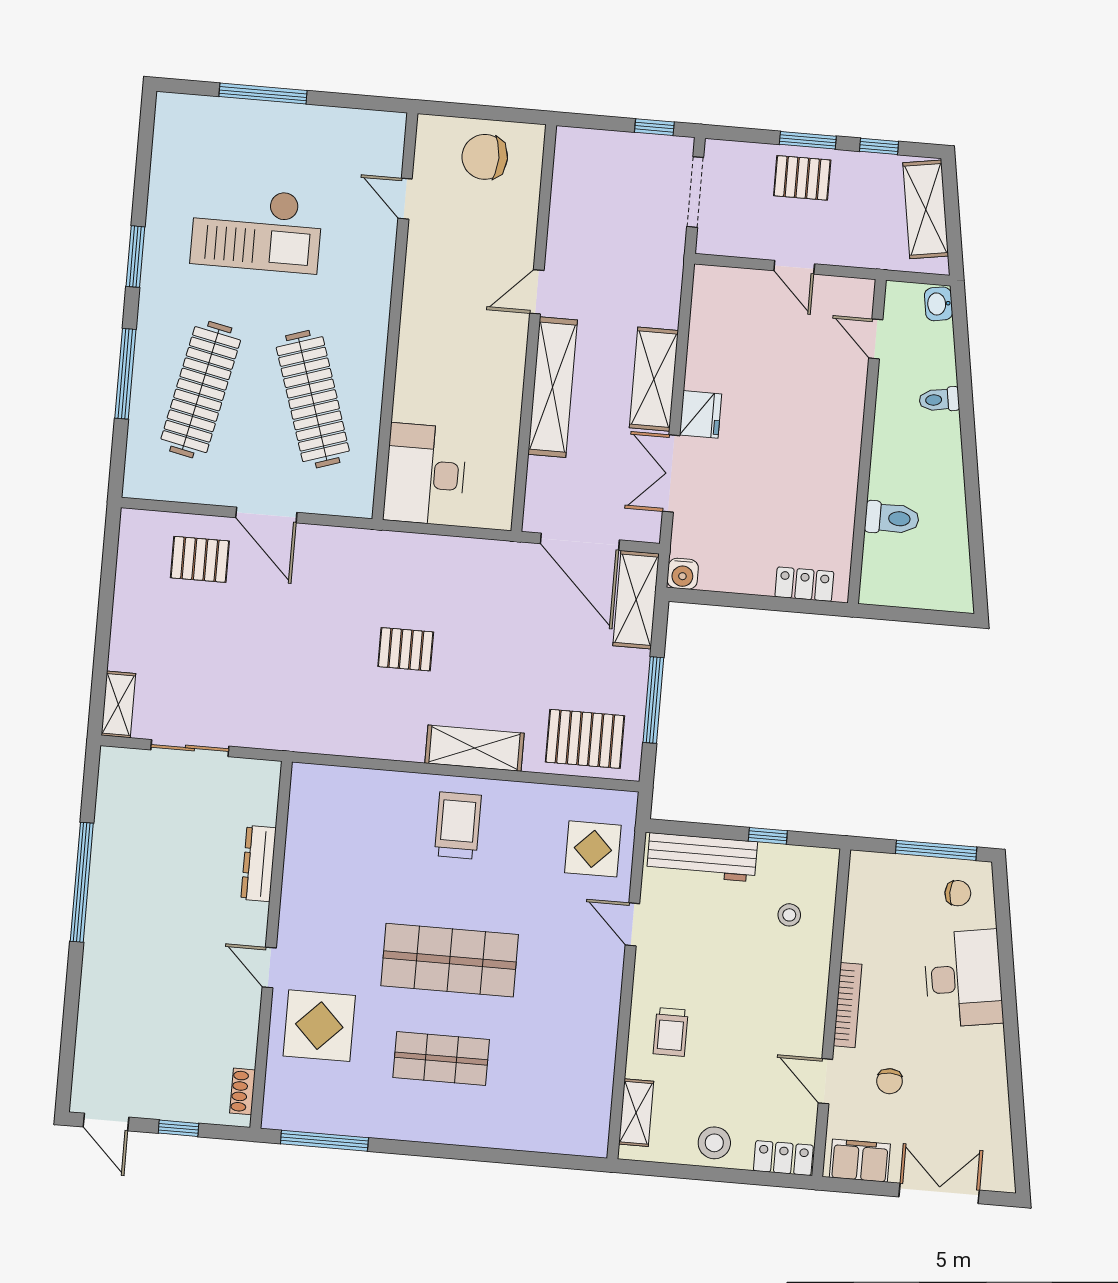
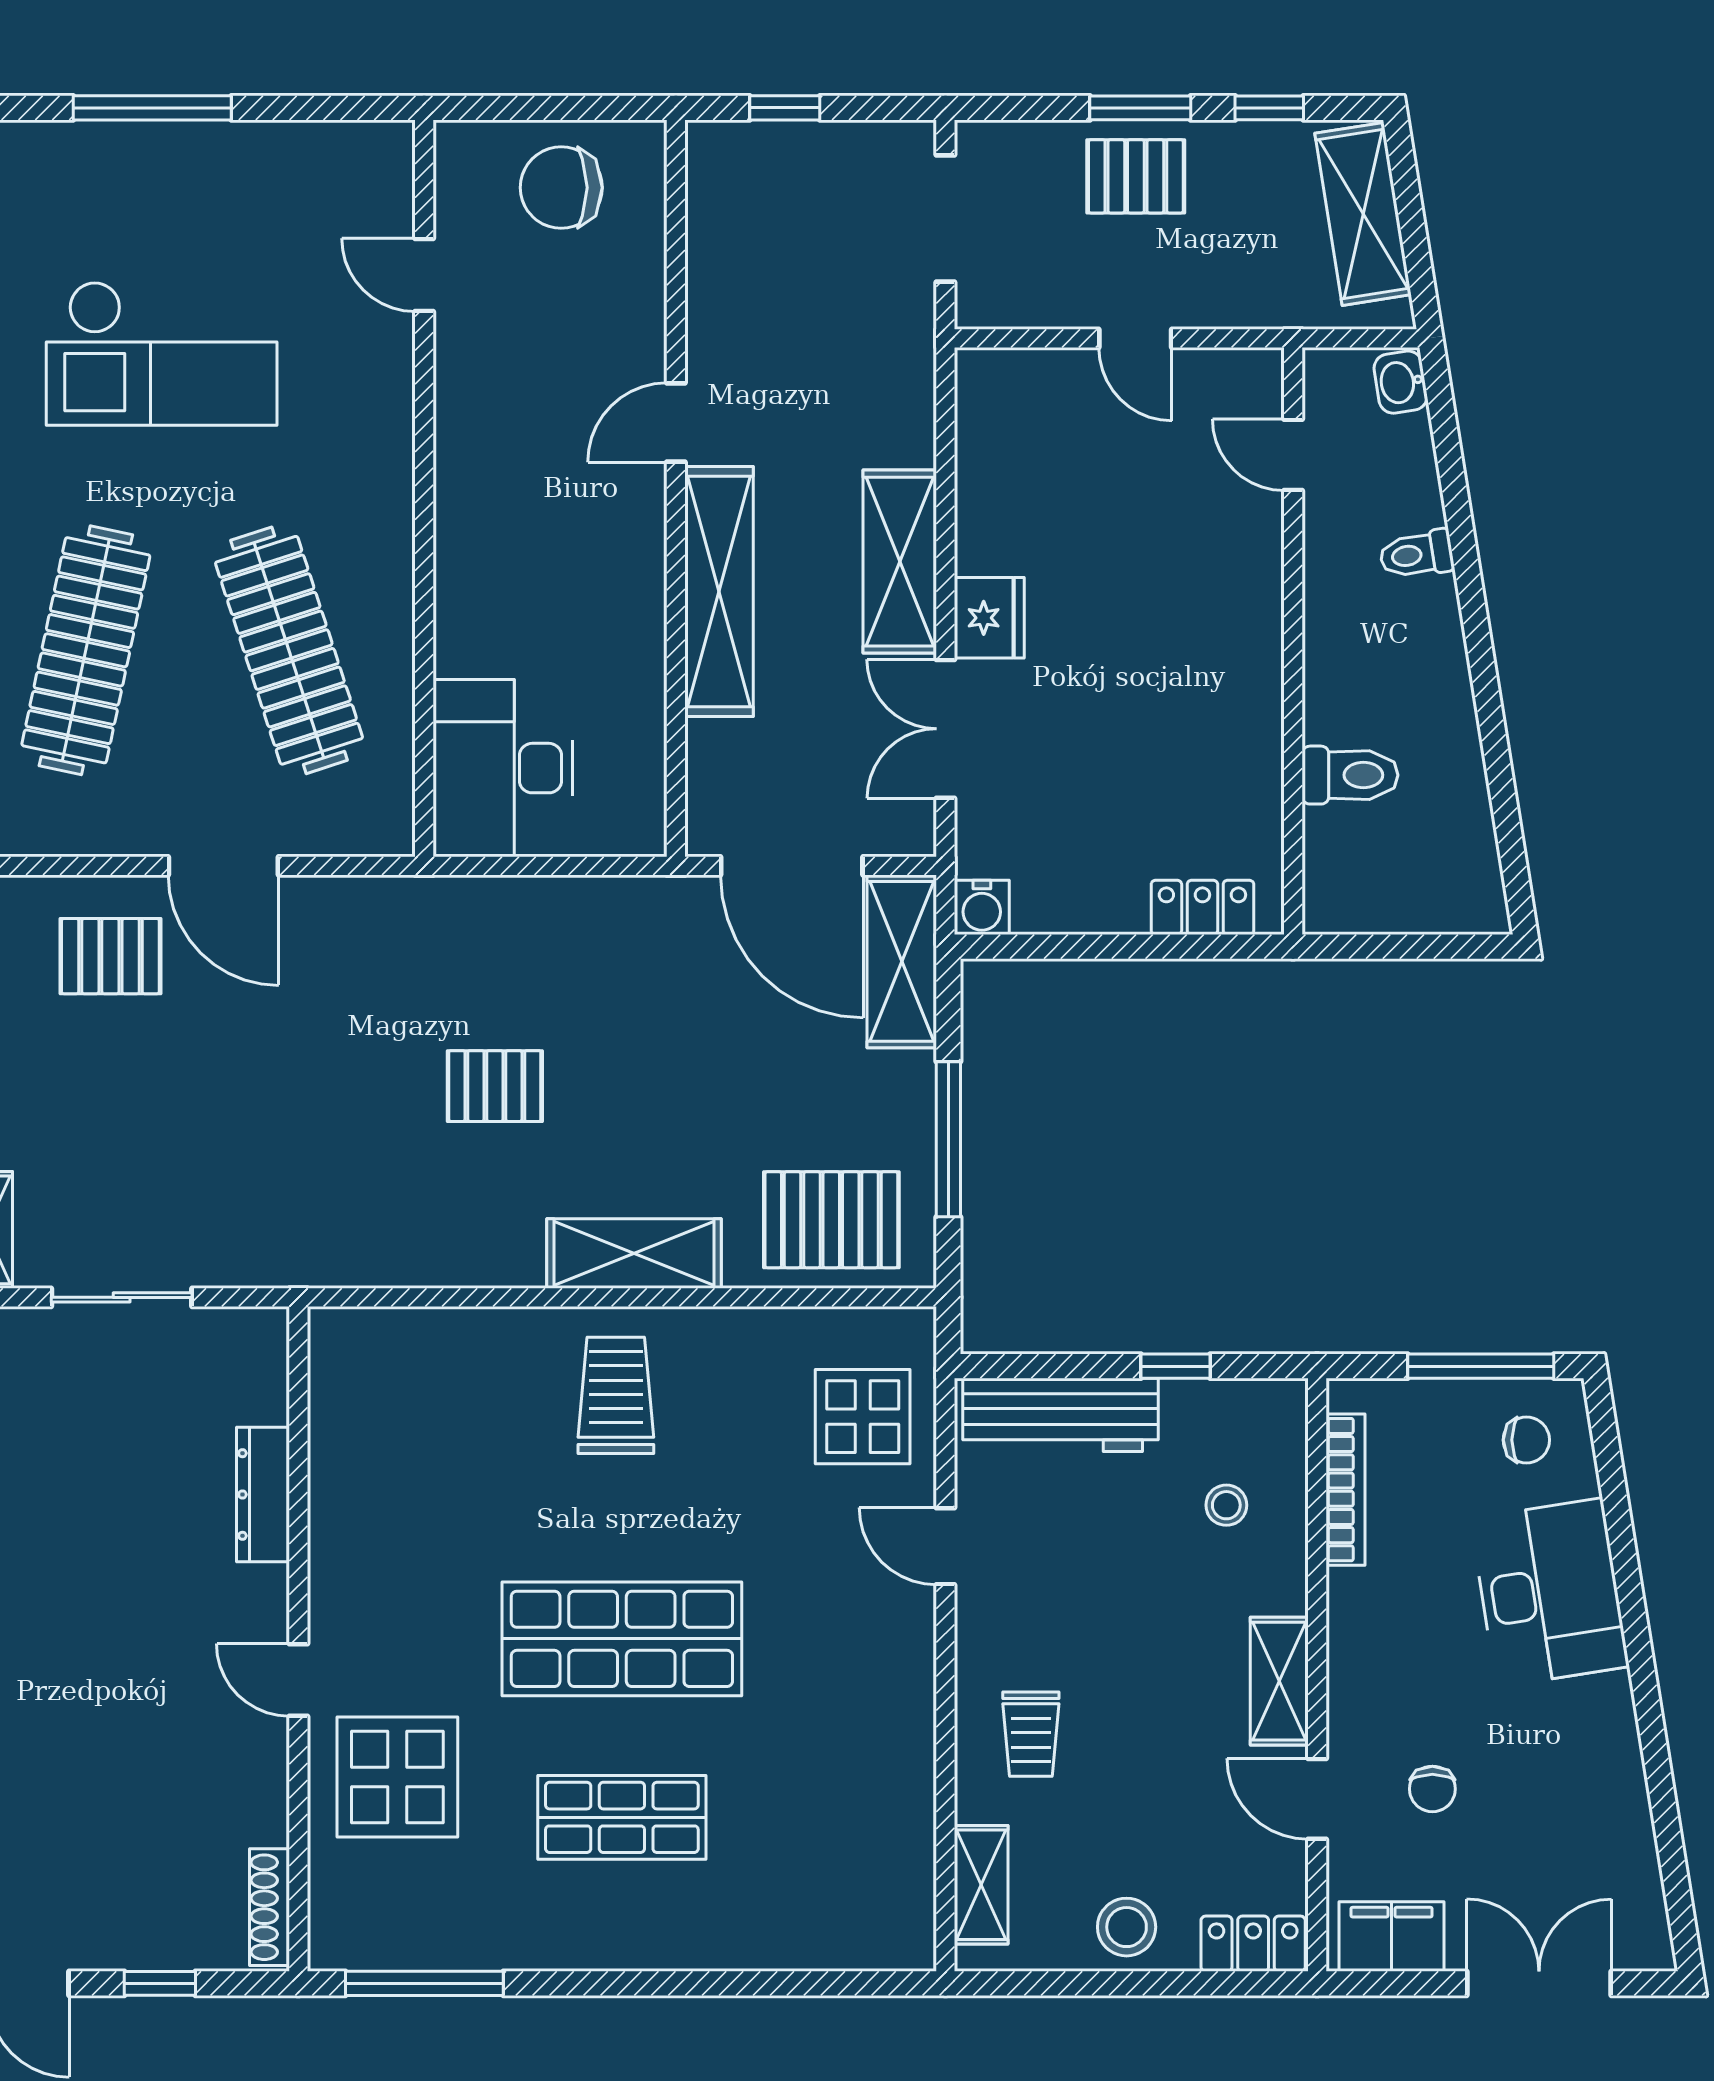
window: (654, 127) -> (785, 108), moved
bookcase: (848, 1005) -> (1345, 1490), moved
shelving: (810, 1014) -> (1279, 1681), added
shoe rack: (243, 1091) -> (269, 1907), width x1.43

